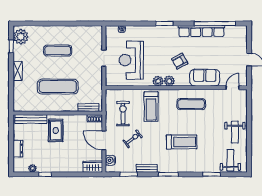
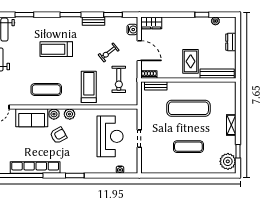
plant: (158, 81) -> (54, 114), moved

